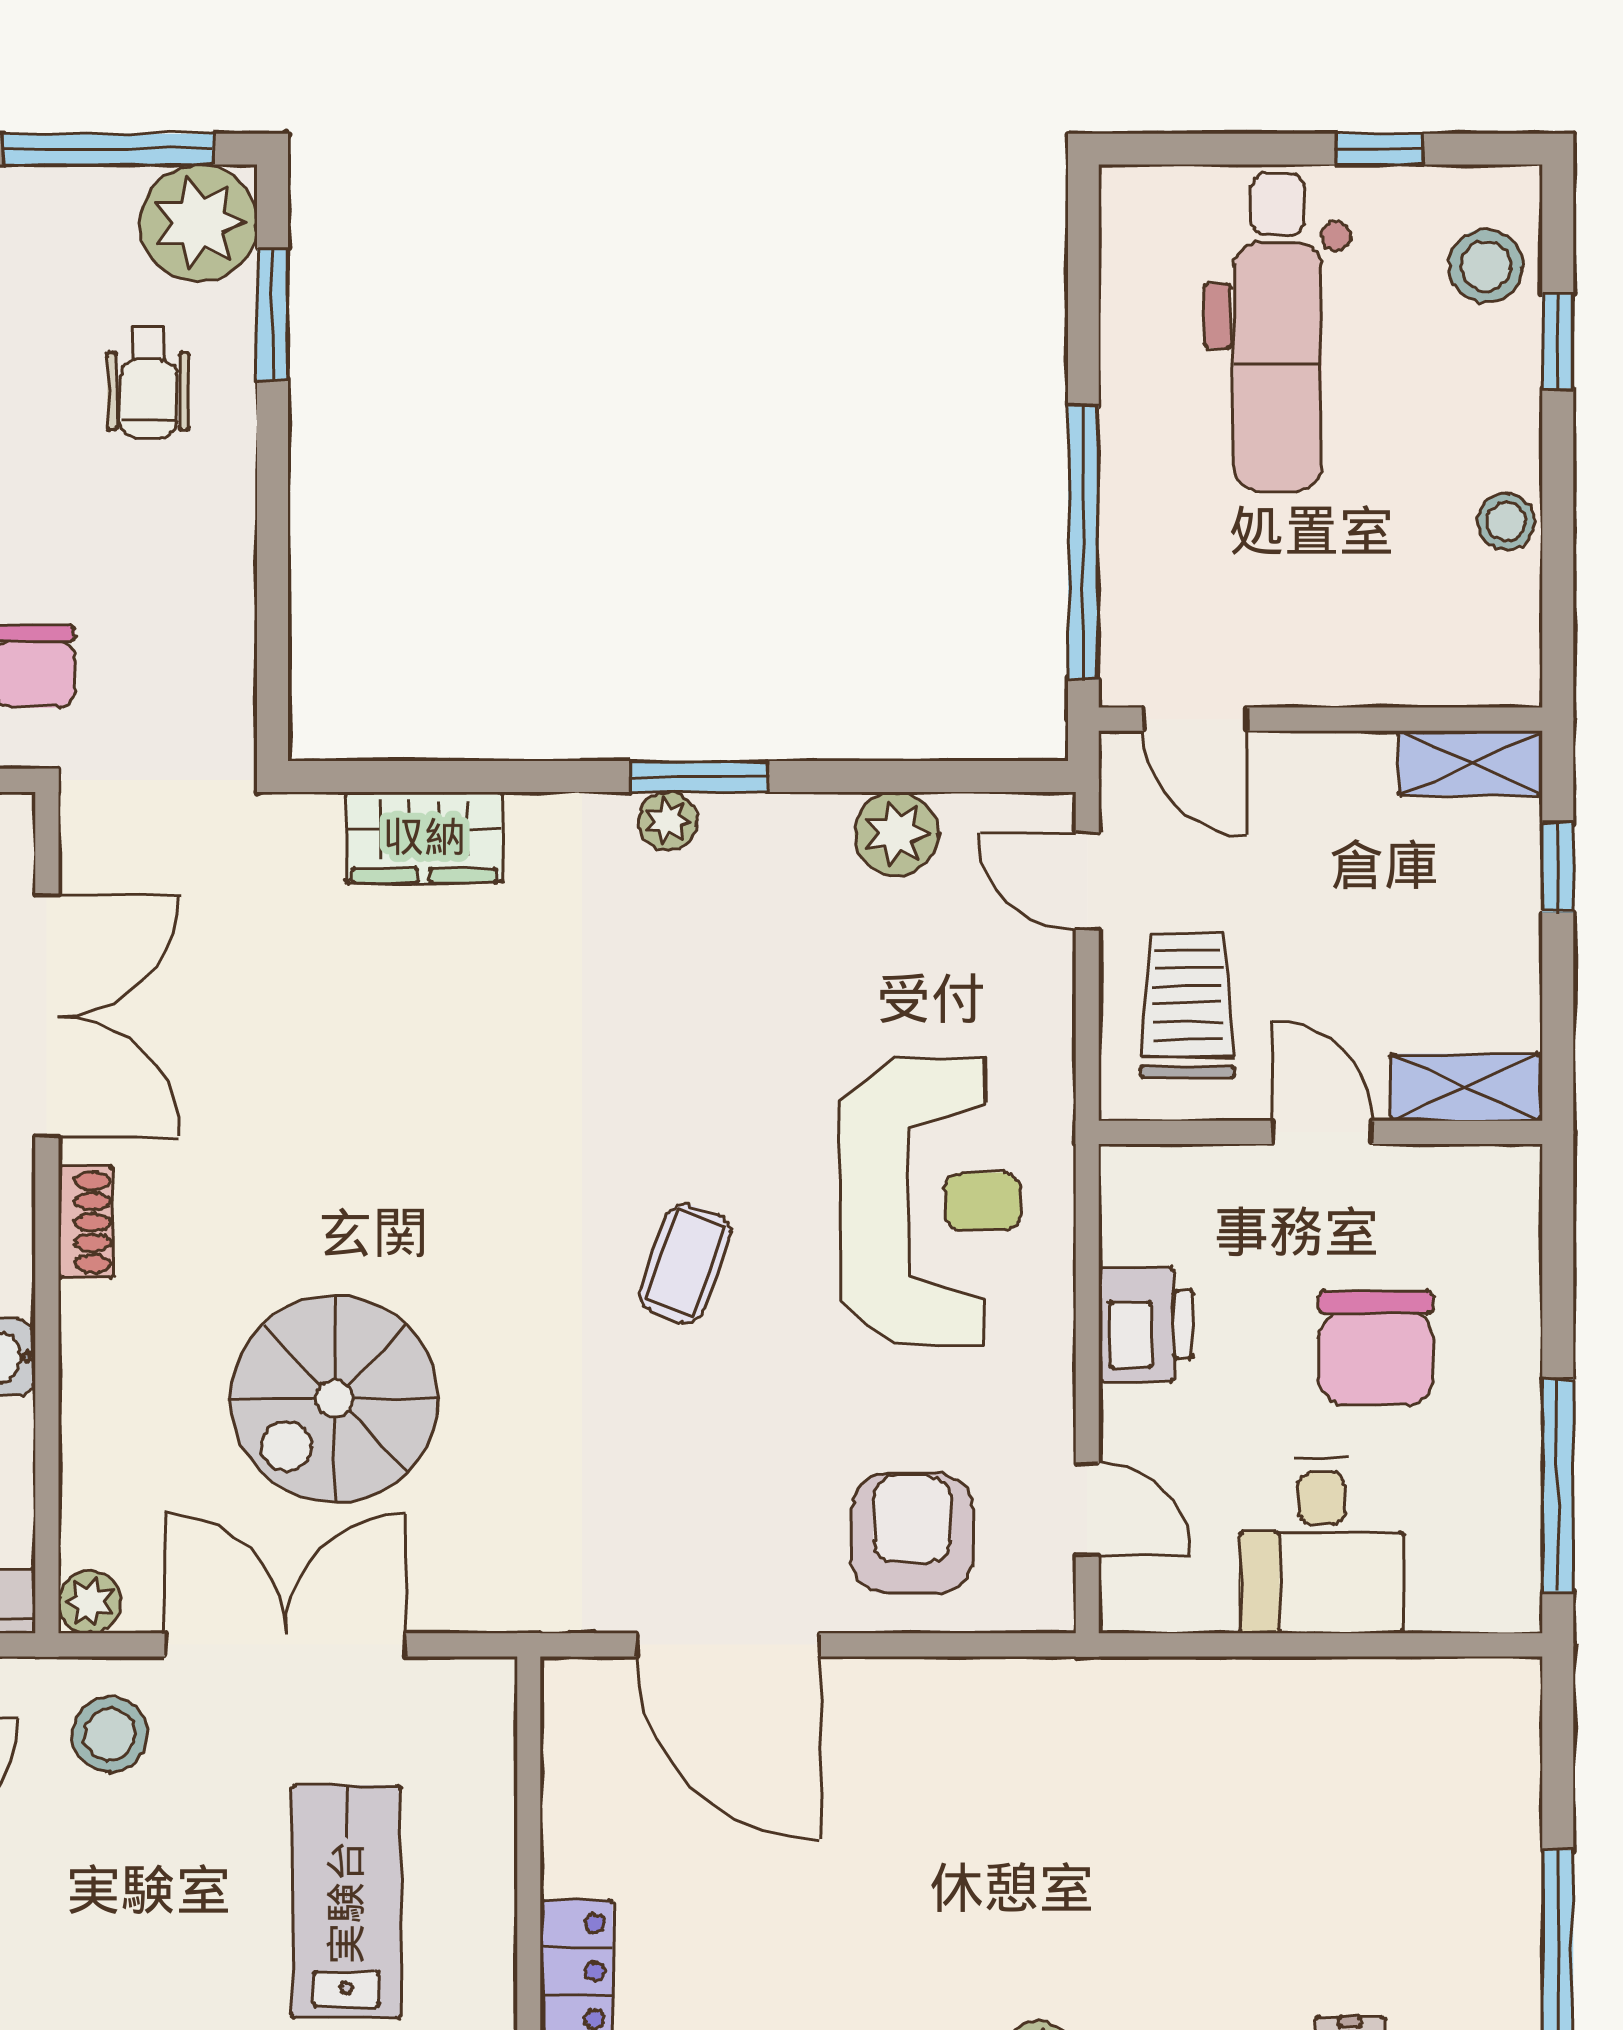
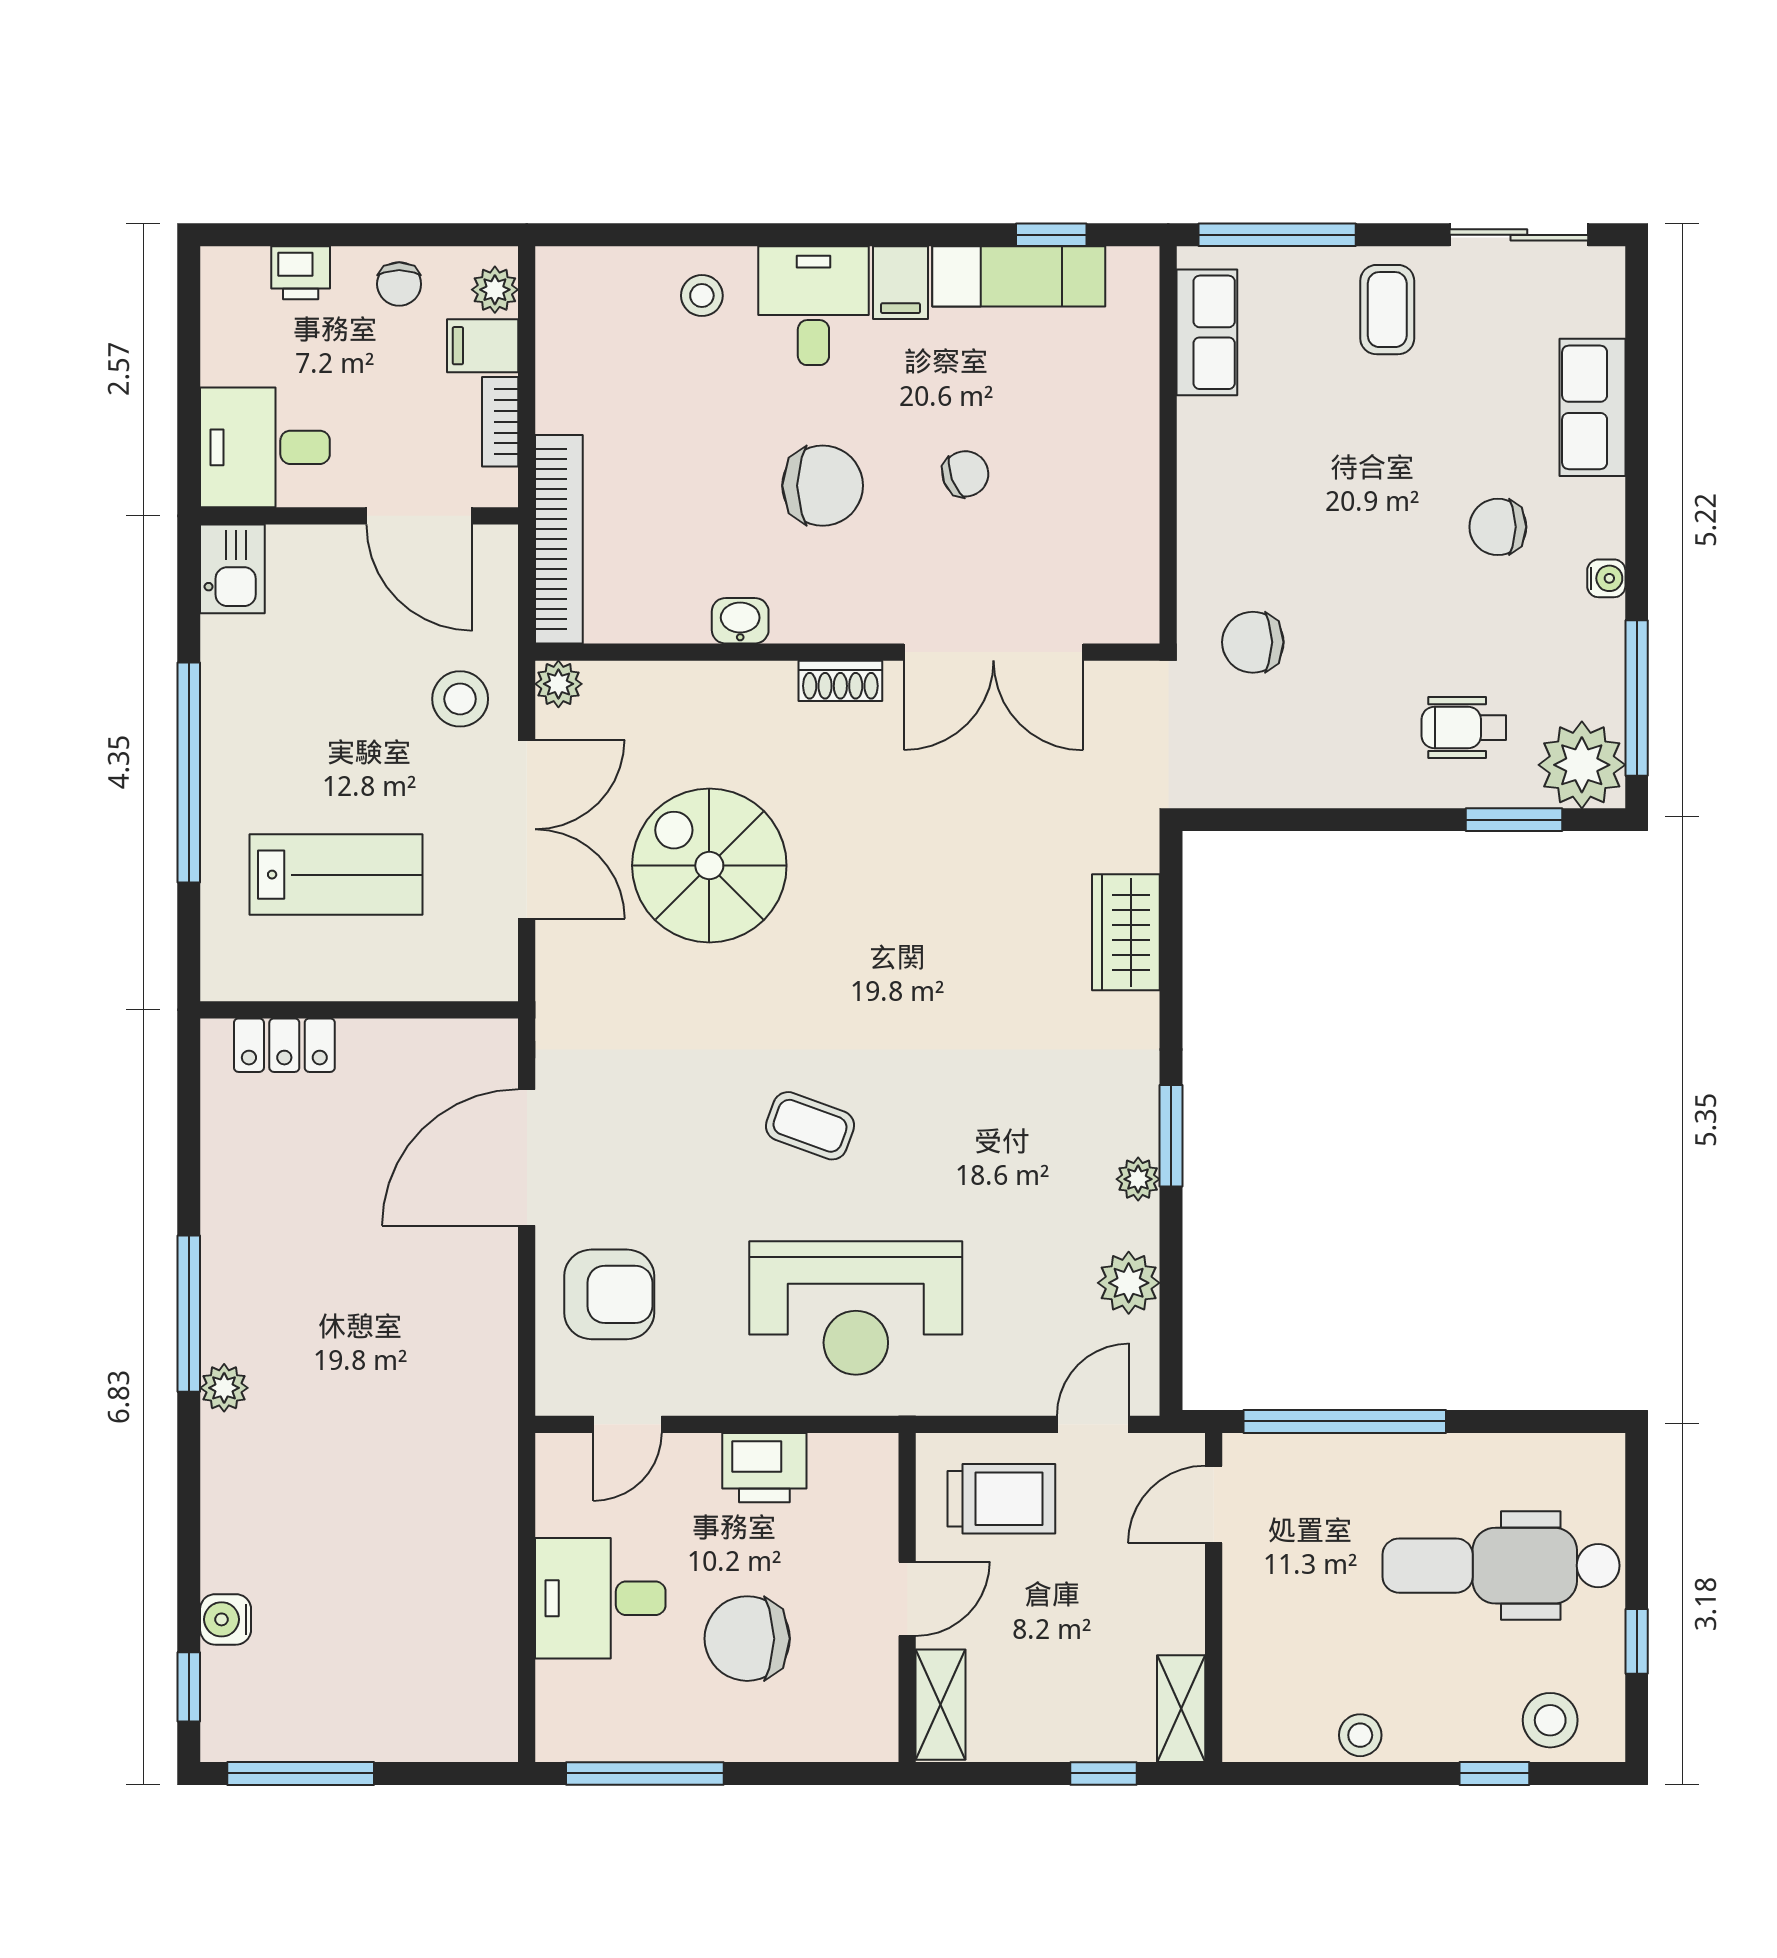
plant: (668, 821) -> (1138, 1179), moved

